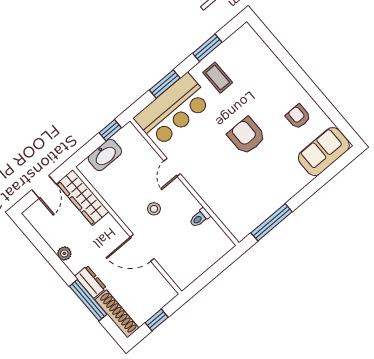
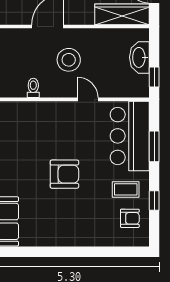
window: (207, 48) -> (154, 200), width x0.67
armchair: (298, 117) -> (130, 218), moved
stool: (154, 209) -> (69, 60), width x1.89, depth x1.89

